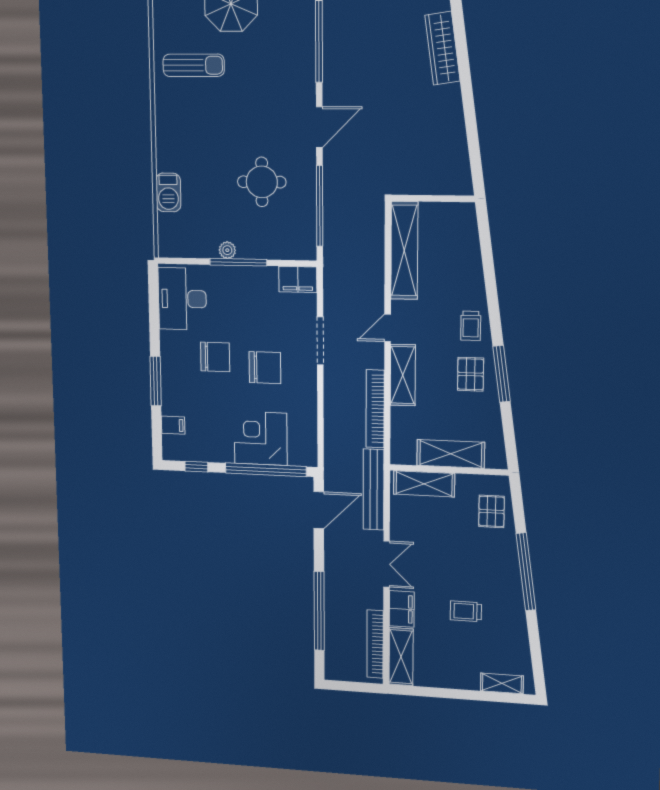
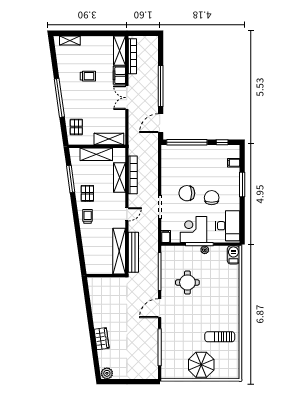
wardrobe: (442, 48) -> (102, 339), width x0.67
barbecue: (168, 192) -> (233, 255), moved
filing cabinet: (298, 279) -> (166, 236), width x0.50
chair: (215, 357) -> (212, 198), turned 90
window: (502, 374) -> (71, 179), moved
shelving: (403, 375) -> (120, 177), moved
corner desk: (261, 438) -> (193, 229), moved, turned 180
bench: (374, 490) -> (133, 252), moved
window: (319, 611) -> (161, 86), moved

